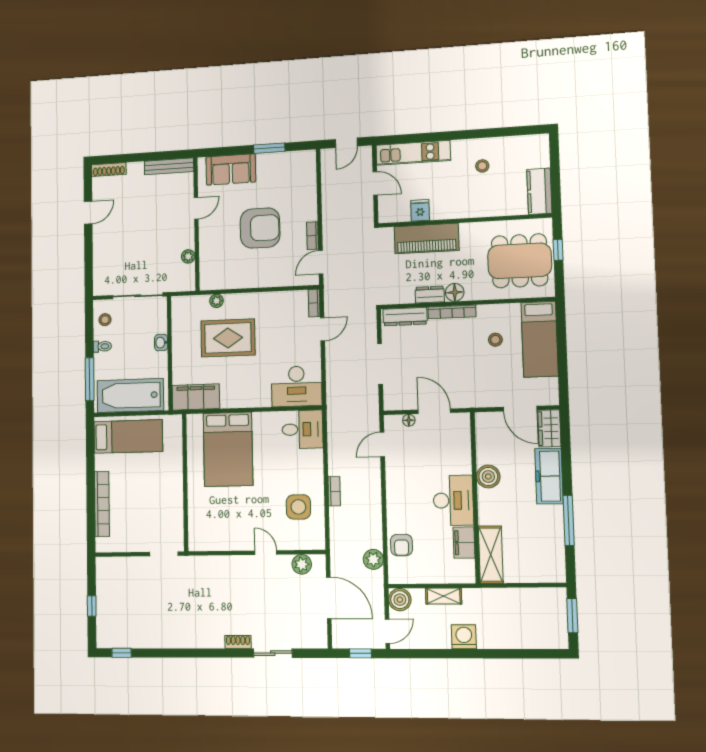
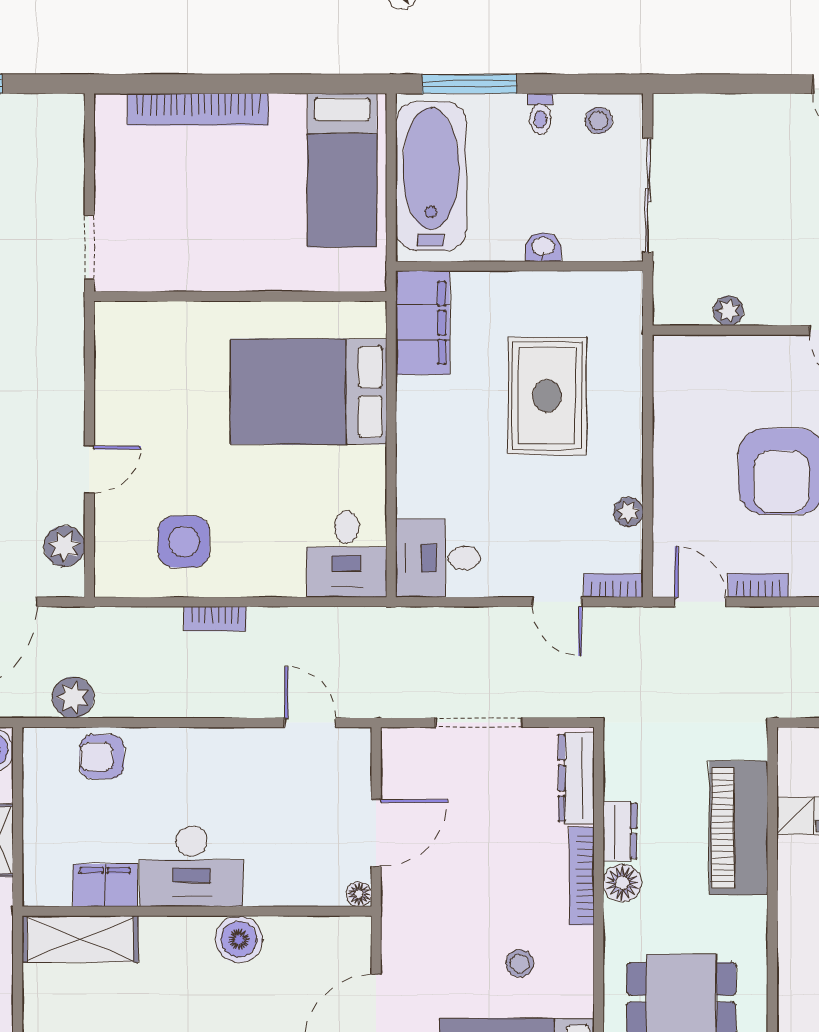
plant: (216, 301) -> (628, 512), moved
desk: (297, 386) -> (438, 558), width x0.73
floor lamp: (409, 420) -> (359, 894), moved

